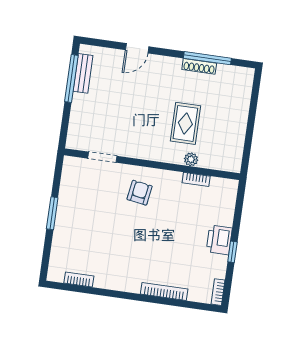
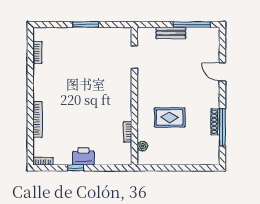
bench: (83, 73) -> (171, 33), moved
plant: (191, 159) -> (143, 146), moved
armchair: (140, 193) -> (111, 90), removed

